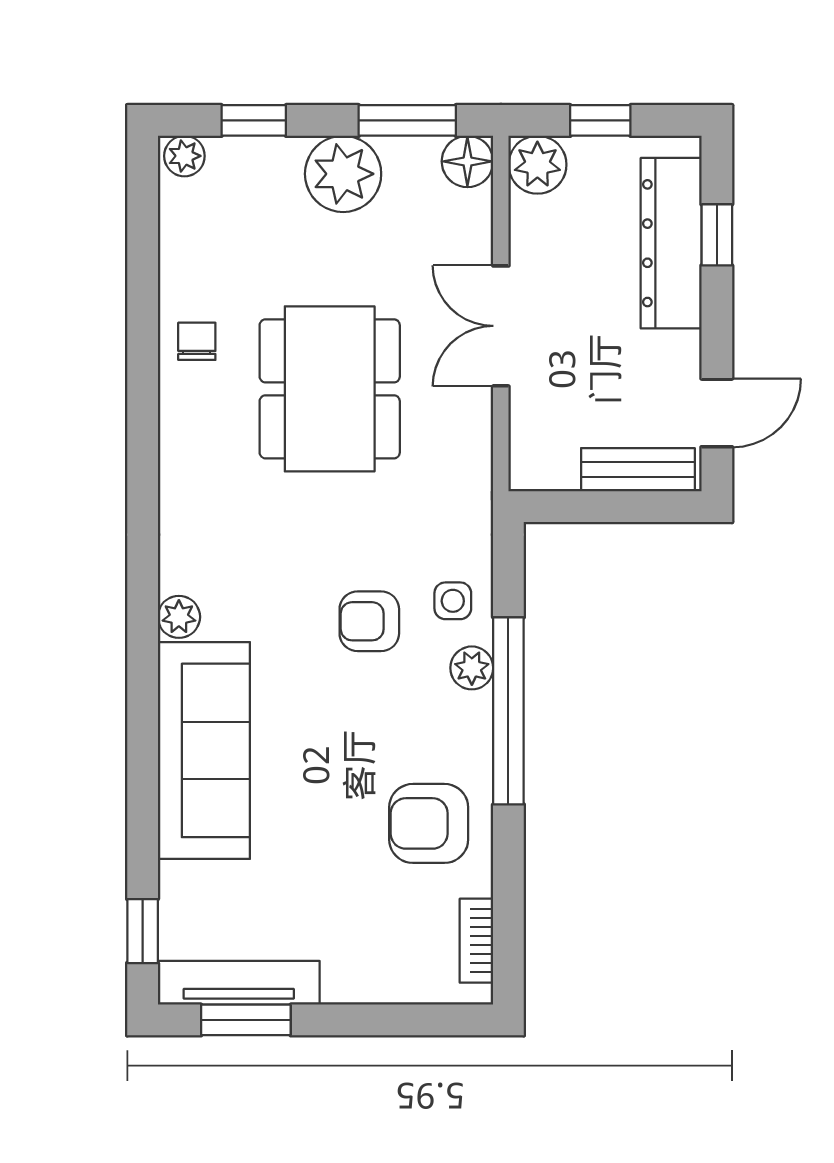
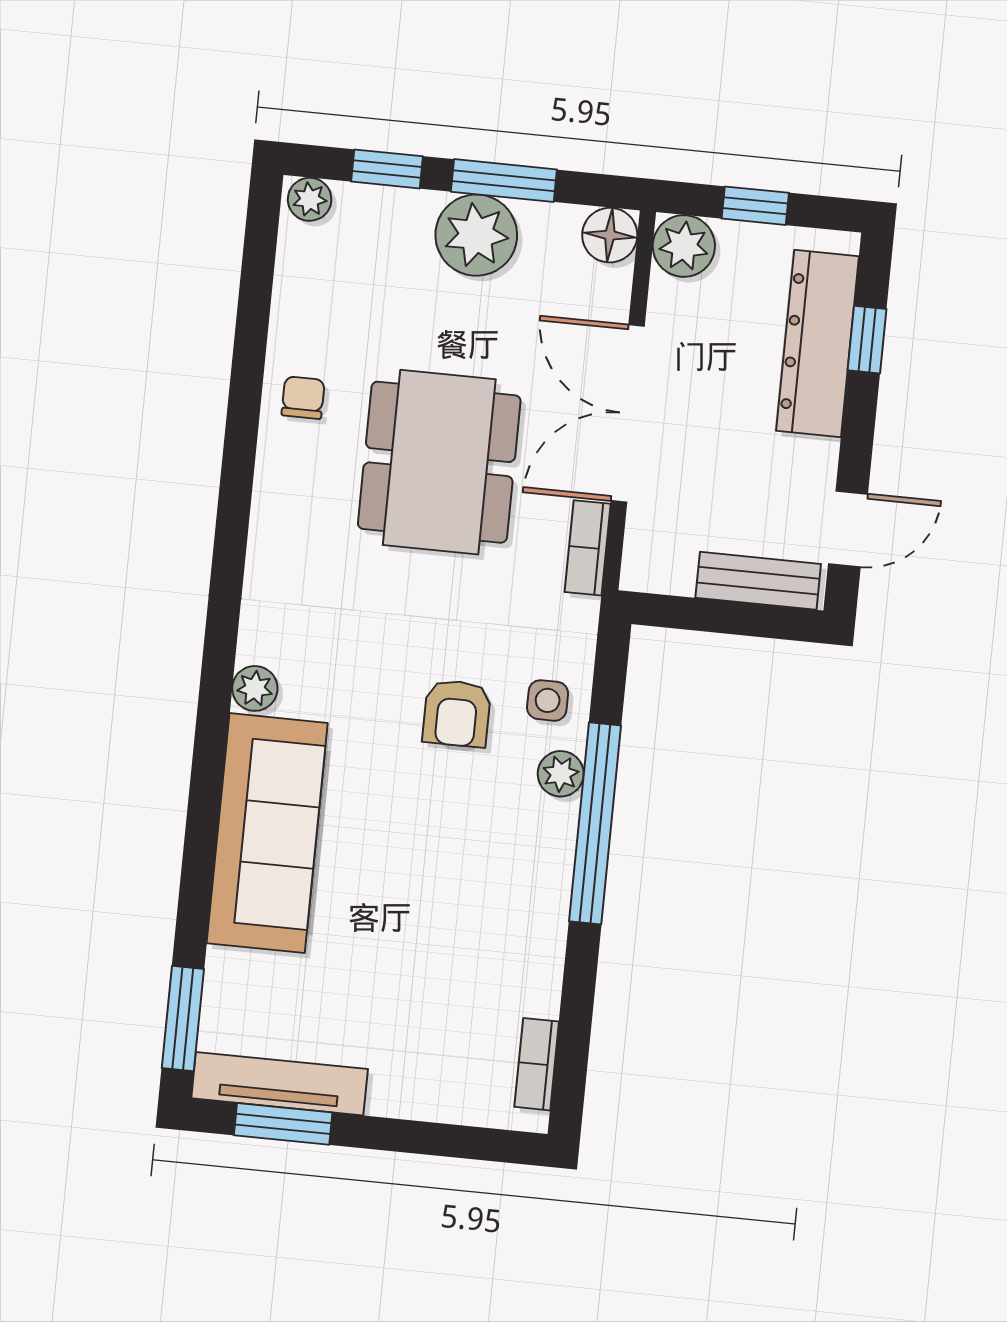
window: (407, 120) -> (504, 181), moved
double door: (501, 326) -> (628, 413), width x1.37
bookcase: (476, 455) -> (588, 548), added
armchair: (369, 621) -> (457, 713), turned -90
armchair: (429, 823) -> (498, 934), removed
window: (143, 931) -> (183, 1018), width x1.50

